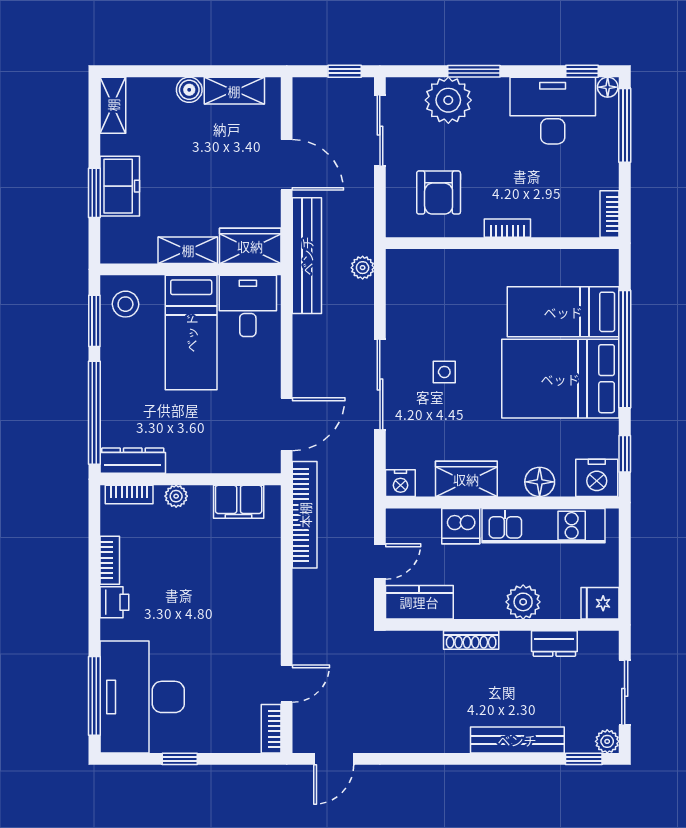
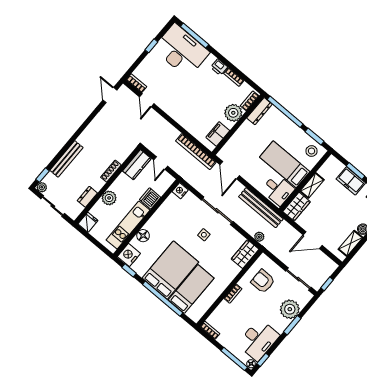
bench: (307, 256) -> (261, 208), moved
wardrobe: (466, 479) -> (245, 254), moved, turned 180
plant: (176, 496) -> (233, 113), width x1.87, depth x1.87

